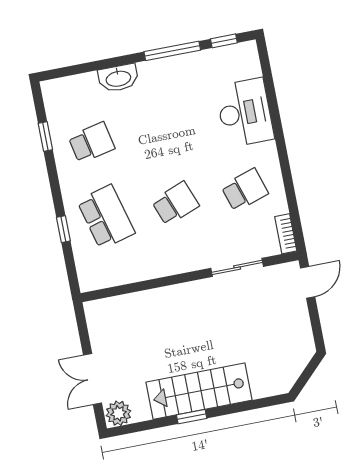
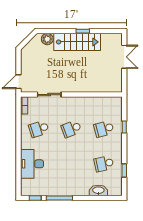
washbasin: (118, 78) -> (98, 191), moved
school desk: (106, 217) -> (104, 129), width x0.54
plant: (119, 413) -> (47, 39), moved

